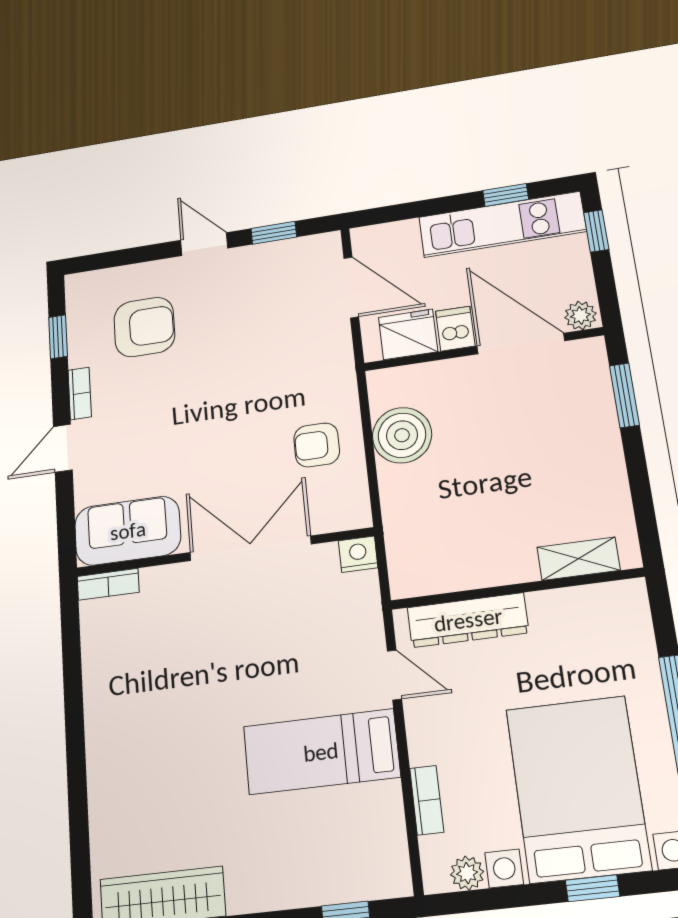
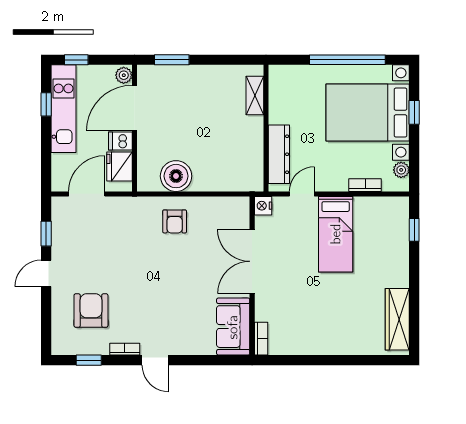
sofa: (128, 531) -> (233, 327), moved
double door: (250, 548) -> (252, 261), moved
wall: (224, 552) -> (252, 276), moved
nightstand: (358, 554) -> (263, 206), moved
bookcase: (108, 584) -> (261, 339), moved

